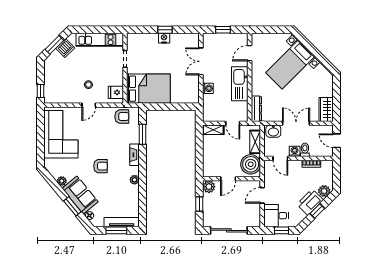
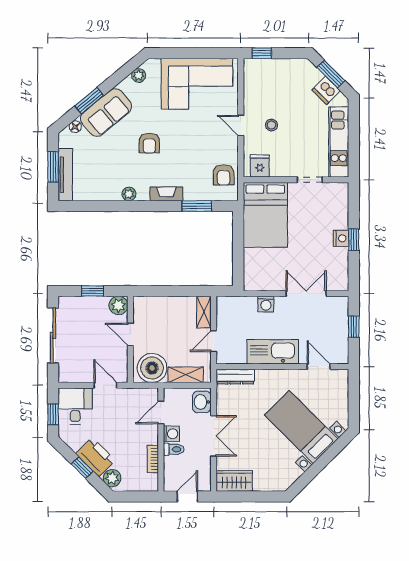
plant: (62, 181) -> (139, 75), moved

